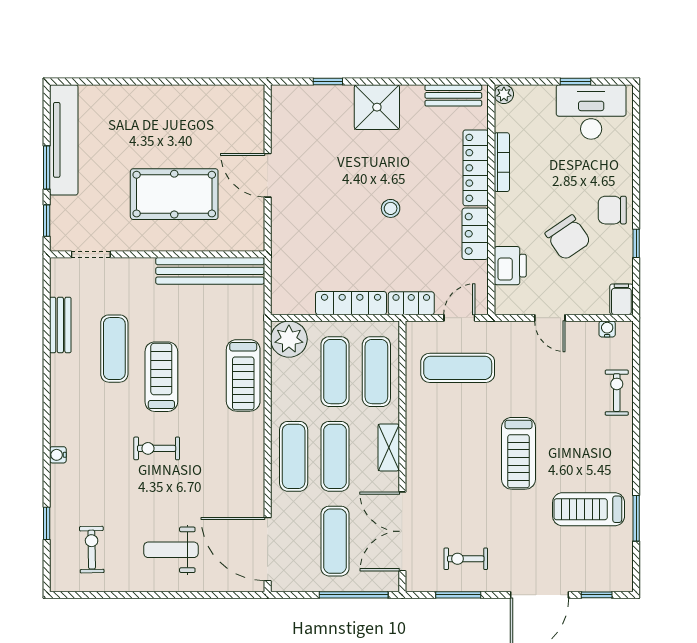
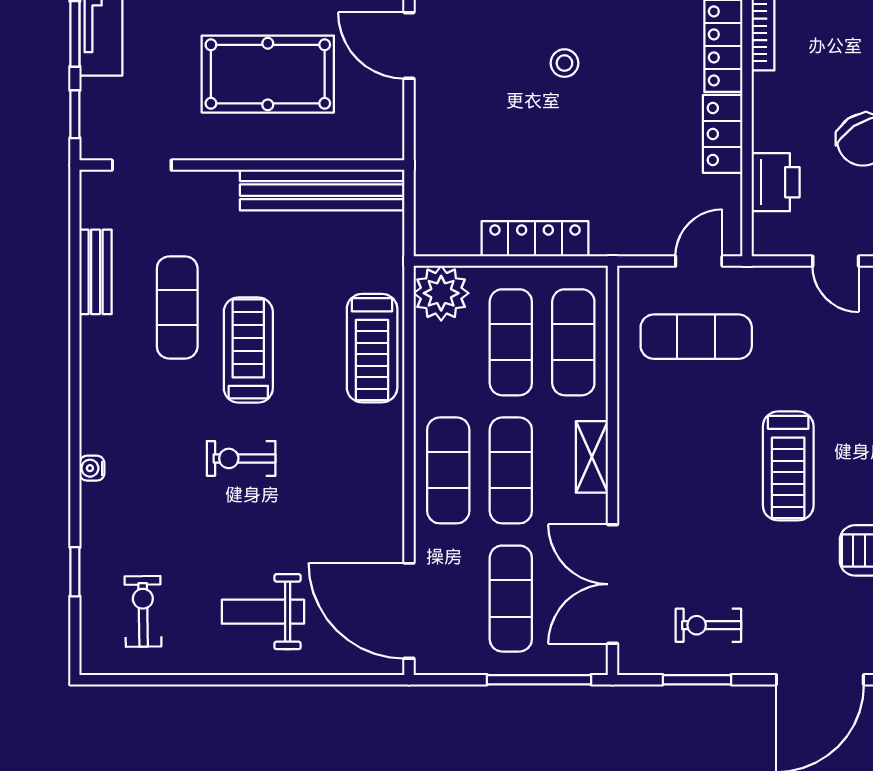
stool: (391, 208) -> (564, 63), moved
locker: (411, 303) -> (626, 239), removed

